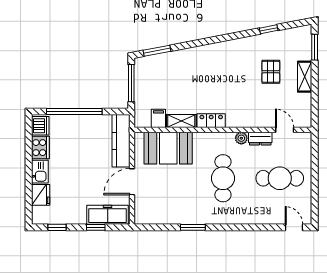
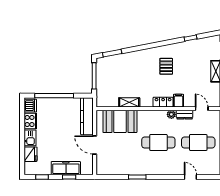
pallet: (271, 72) -> (166, 66), moved
filing cabinet: (158, 118) -> (179, 101), moved
locker: (211, 121) -> (163, 102), moved
cafe table: (223, 178) -> (158, 143), turned 90
door: (132, 182) -> (95, 145), hinge flipped
freezer: (108, 215) -> (66, 168), moved
door: (294, 227) -> (190, 177), moved

